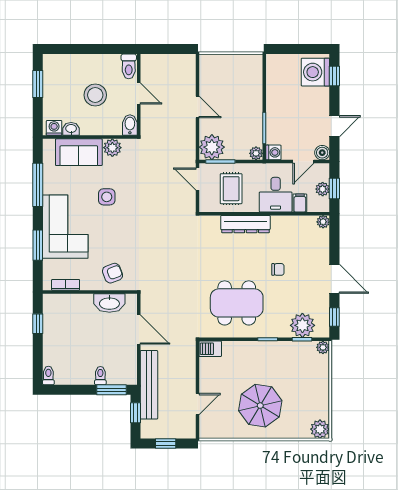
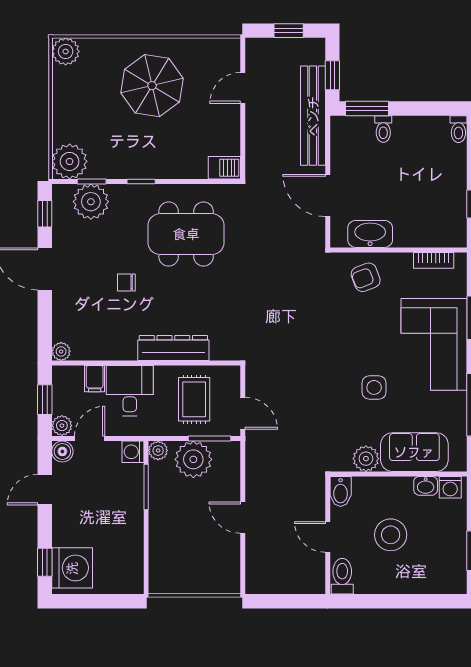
plant: (212, 147) -> (193, 459), moved
plant: (323, 189) -> (62, 426), moved
plant: (323, 347) -> (70, 161), width x1.87, depth x1.87

